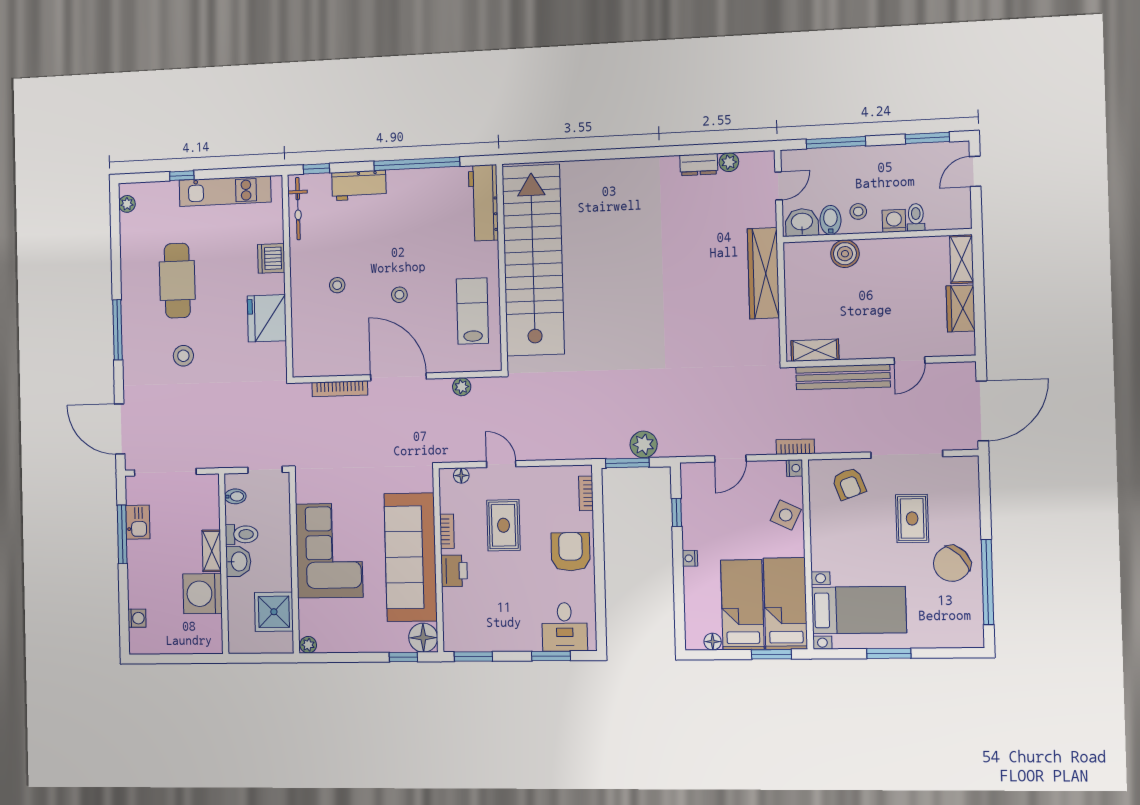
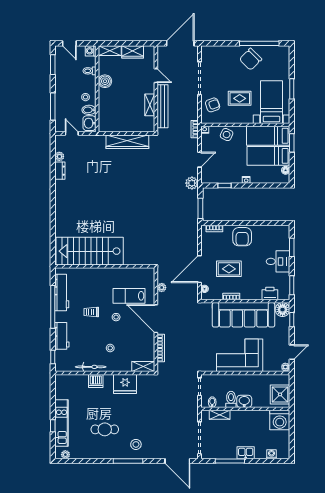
kitchen unit: (225, 191) -> (61, 423), moved
workbench: (483, 203) -> (62, 292), moved, turned -90
bicycle: (298, 209) -> (91, 367), moved
washing machine: (894, 221) -> (91, 51), moved
trolley: (408, 243) -> (91, 312), added
boiler: (845, 254) -> (105, 81), moved
stairs: (533, 260) -> (90, 251), width x0.73
wardrobe: (763, 273) -> (127, 142), moved
cafe table: (177, 281) -> (105, 429), width x0.73, depth x0.74
lab bench: (472, 311) -> (129, 296), moved
shelving: (815, 350) -> (150, 105), moved
shelving: (302, 354) -> (143, 367), added
stool: (183, 356) -> (136, 444), moved
door: (398, 377) -> (156, 319), hinge flipped
door: (982, 411) -> (180, 43), hinge flipped
door: (120, 429) -> (177, 461), hinge flipped
plant: (644, 444) -> (192, 183), moved
door: (730, 459) -> (199, 160), hinge flipped
door: (501, 464) -> (199, 269), width x1.87
rug: (912, 518) -> (240, 98), moved
kitchen sink: (138, 522) -> (246, 453), moved
shelving: (212, 551) -> (220, 415), moved
armchair: (571, 552) -> (242, 237), turned -90
chair: (952, 564) -> (251, 59), turned 88
printer: (454, 571) -> (270, 294), moved
washing machine: (203, 594) -> (280, 420), moved
shower: (274, 612) -> (280, 394), moved
desk: (565, 627) -> (278, 261), moved
door: (338, 658) -> (292, 352), added

